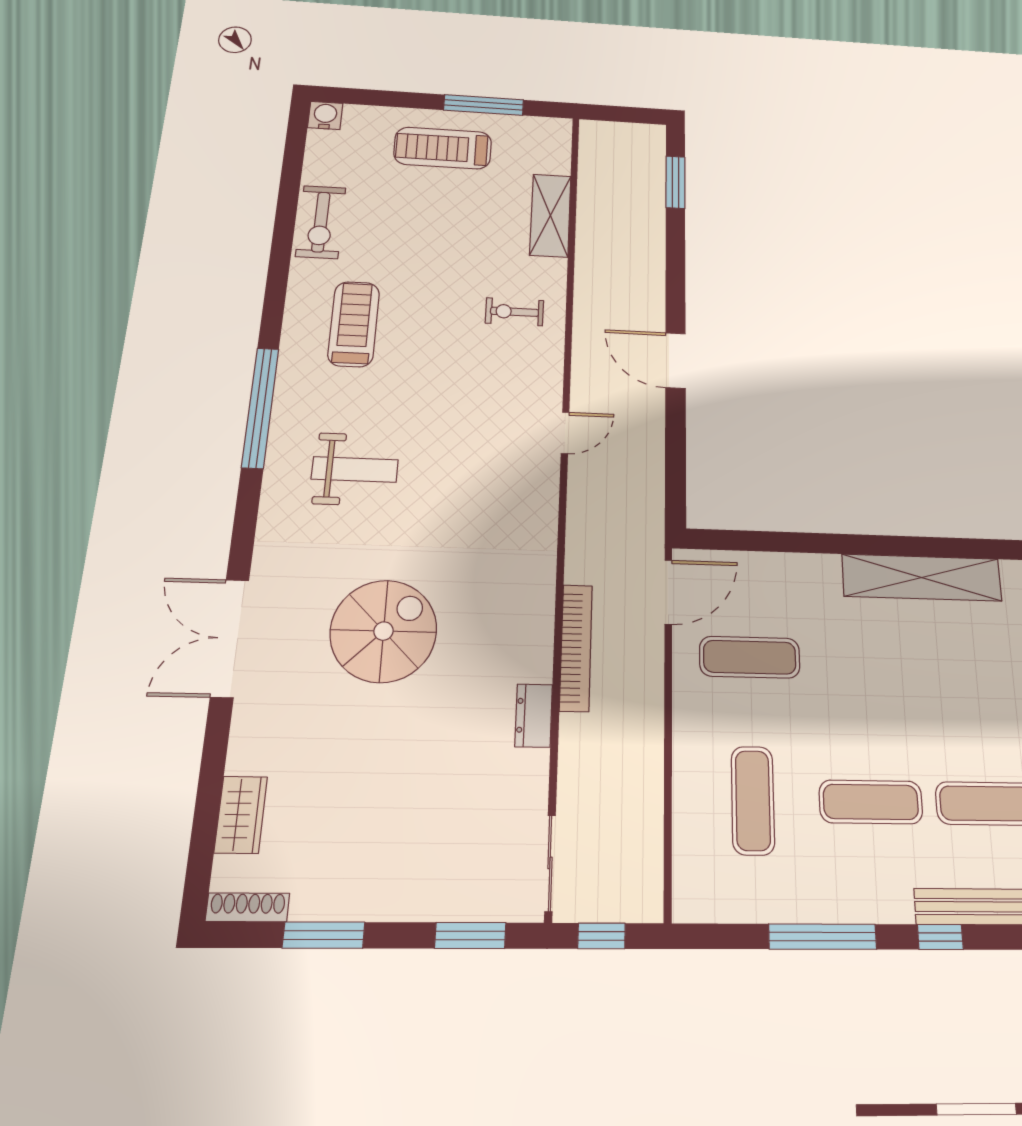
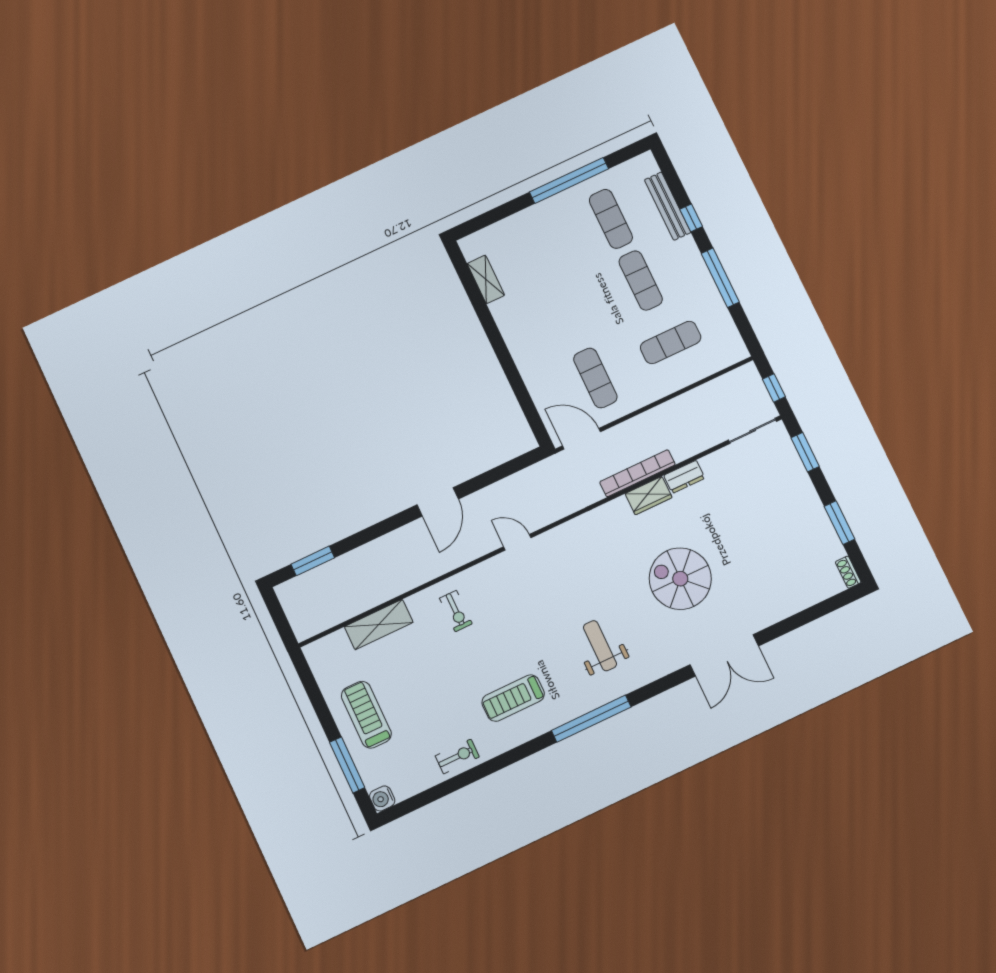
window: (484, 105) -> (347, 765), moved
treadmill: (443, 148) -> (366, 715), turned 180
exercise bike: (321, 222) -> (457, 756), width x0.73, depth x0.72
shelving: (922, 578) -> (486, 279), width x0.45, depth x0.75
wardrobe: (241, 815) -> (649, 496), moved, turned 180
shoe rack: (248, 907) -> (848, 572), width x0.70

